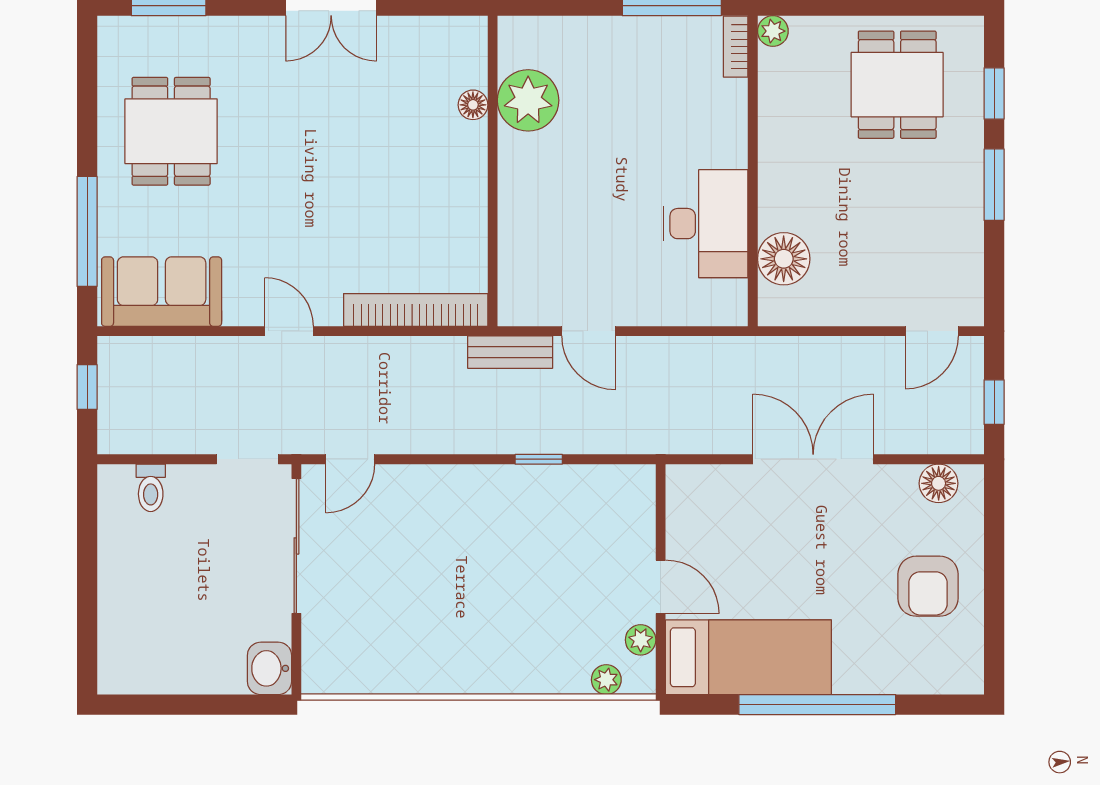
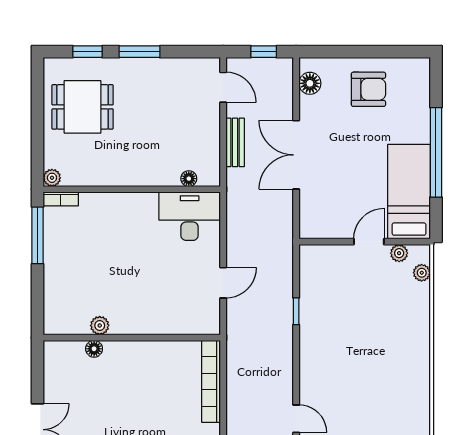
plant: (528, 100) -> (100, 325), width x0.53, depth x0.53
desk: (706, 224) -> (190, 216), moved
floor lamp: (784, 259) -> (189, 179), width x0.53, depth x0.53
bench: (510, 352) -> (235, 142), moved

